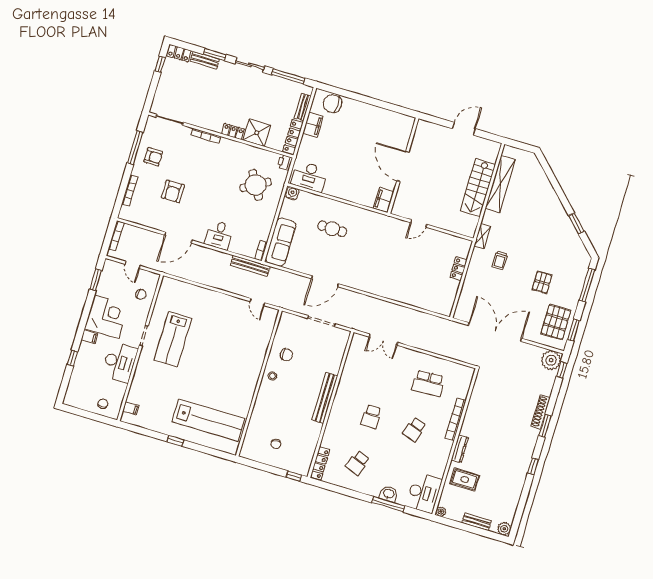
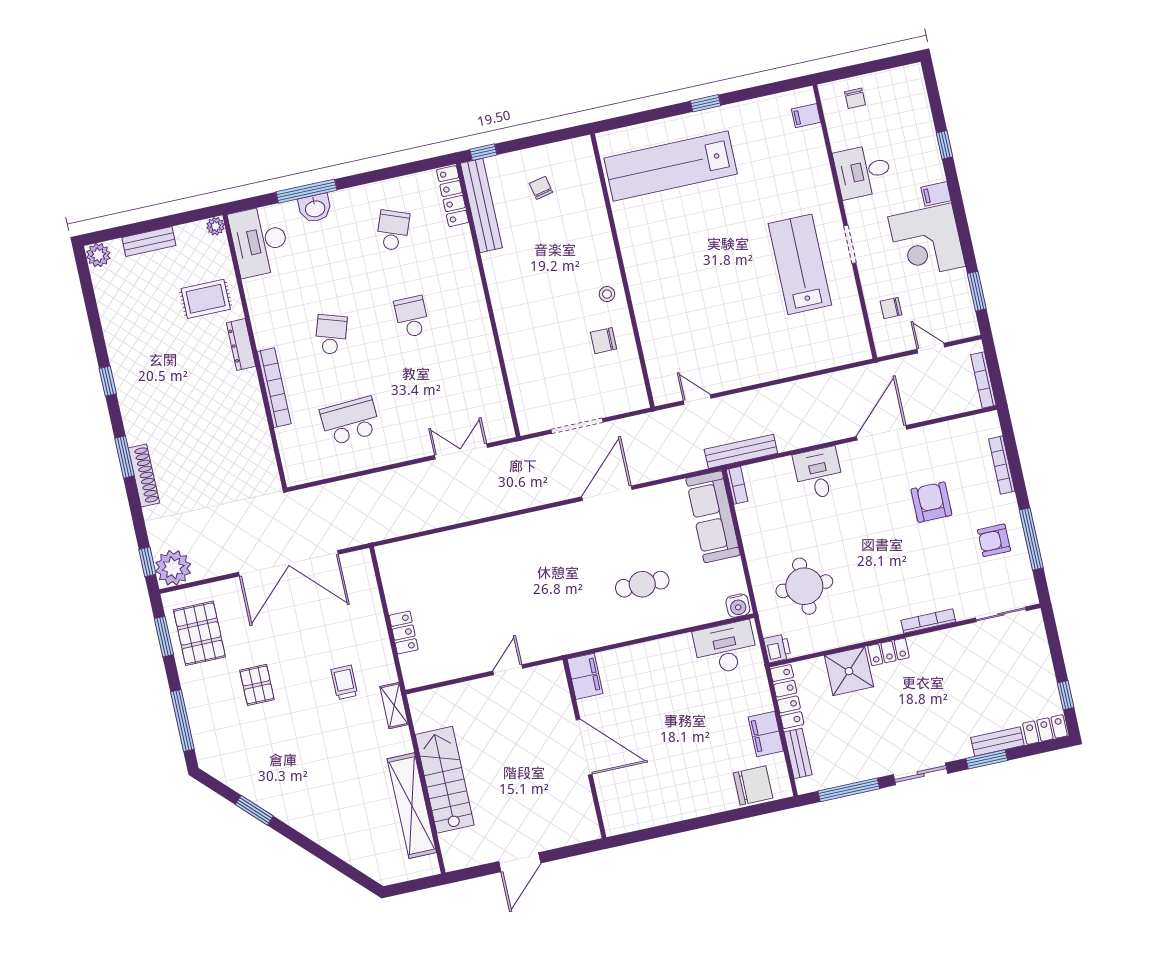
round table: (256, 185) -> (804, 586), turned 30
desk: (120, 362) -> (863, 171), width x0.73
bench: (325, 398) -> (481, 205), moved

